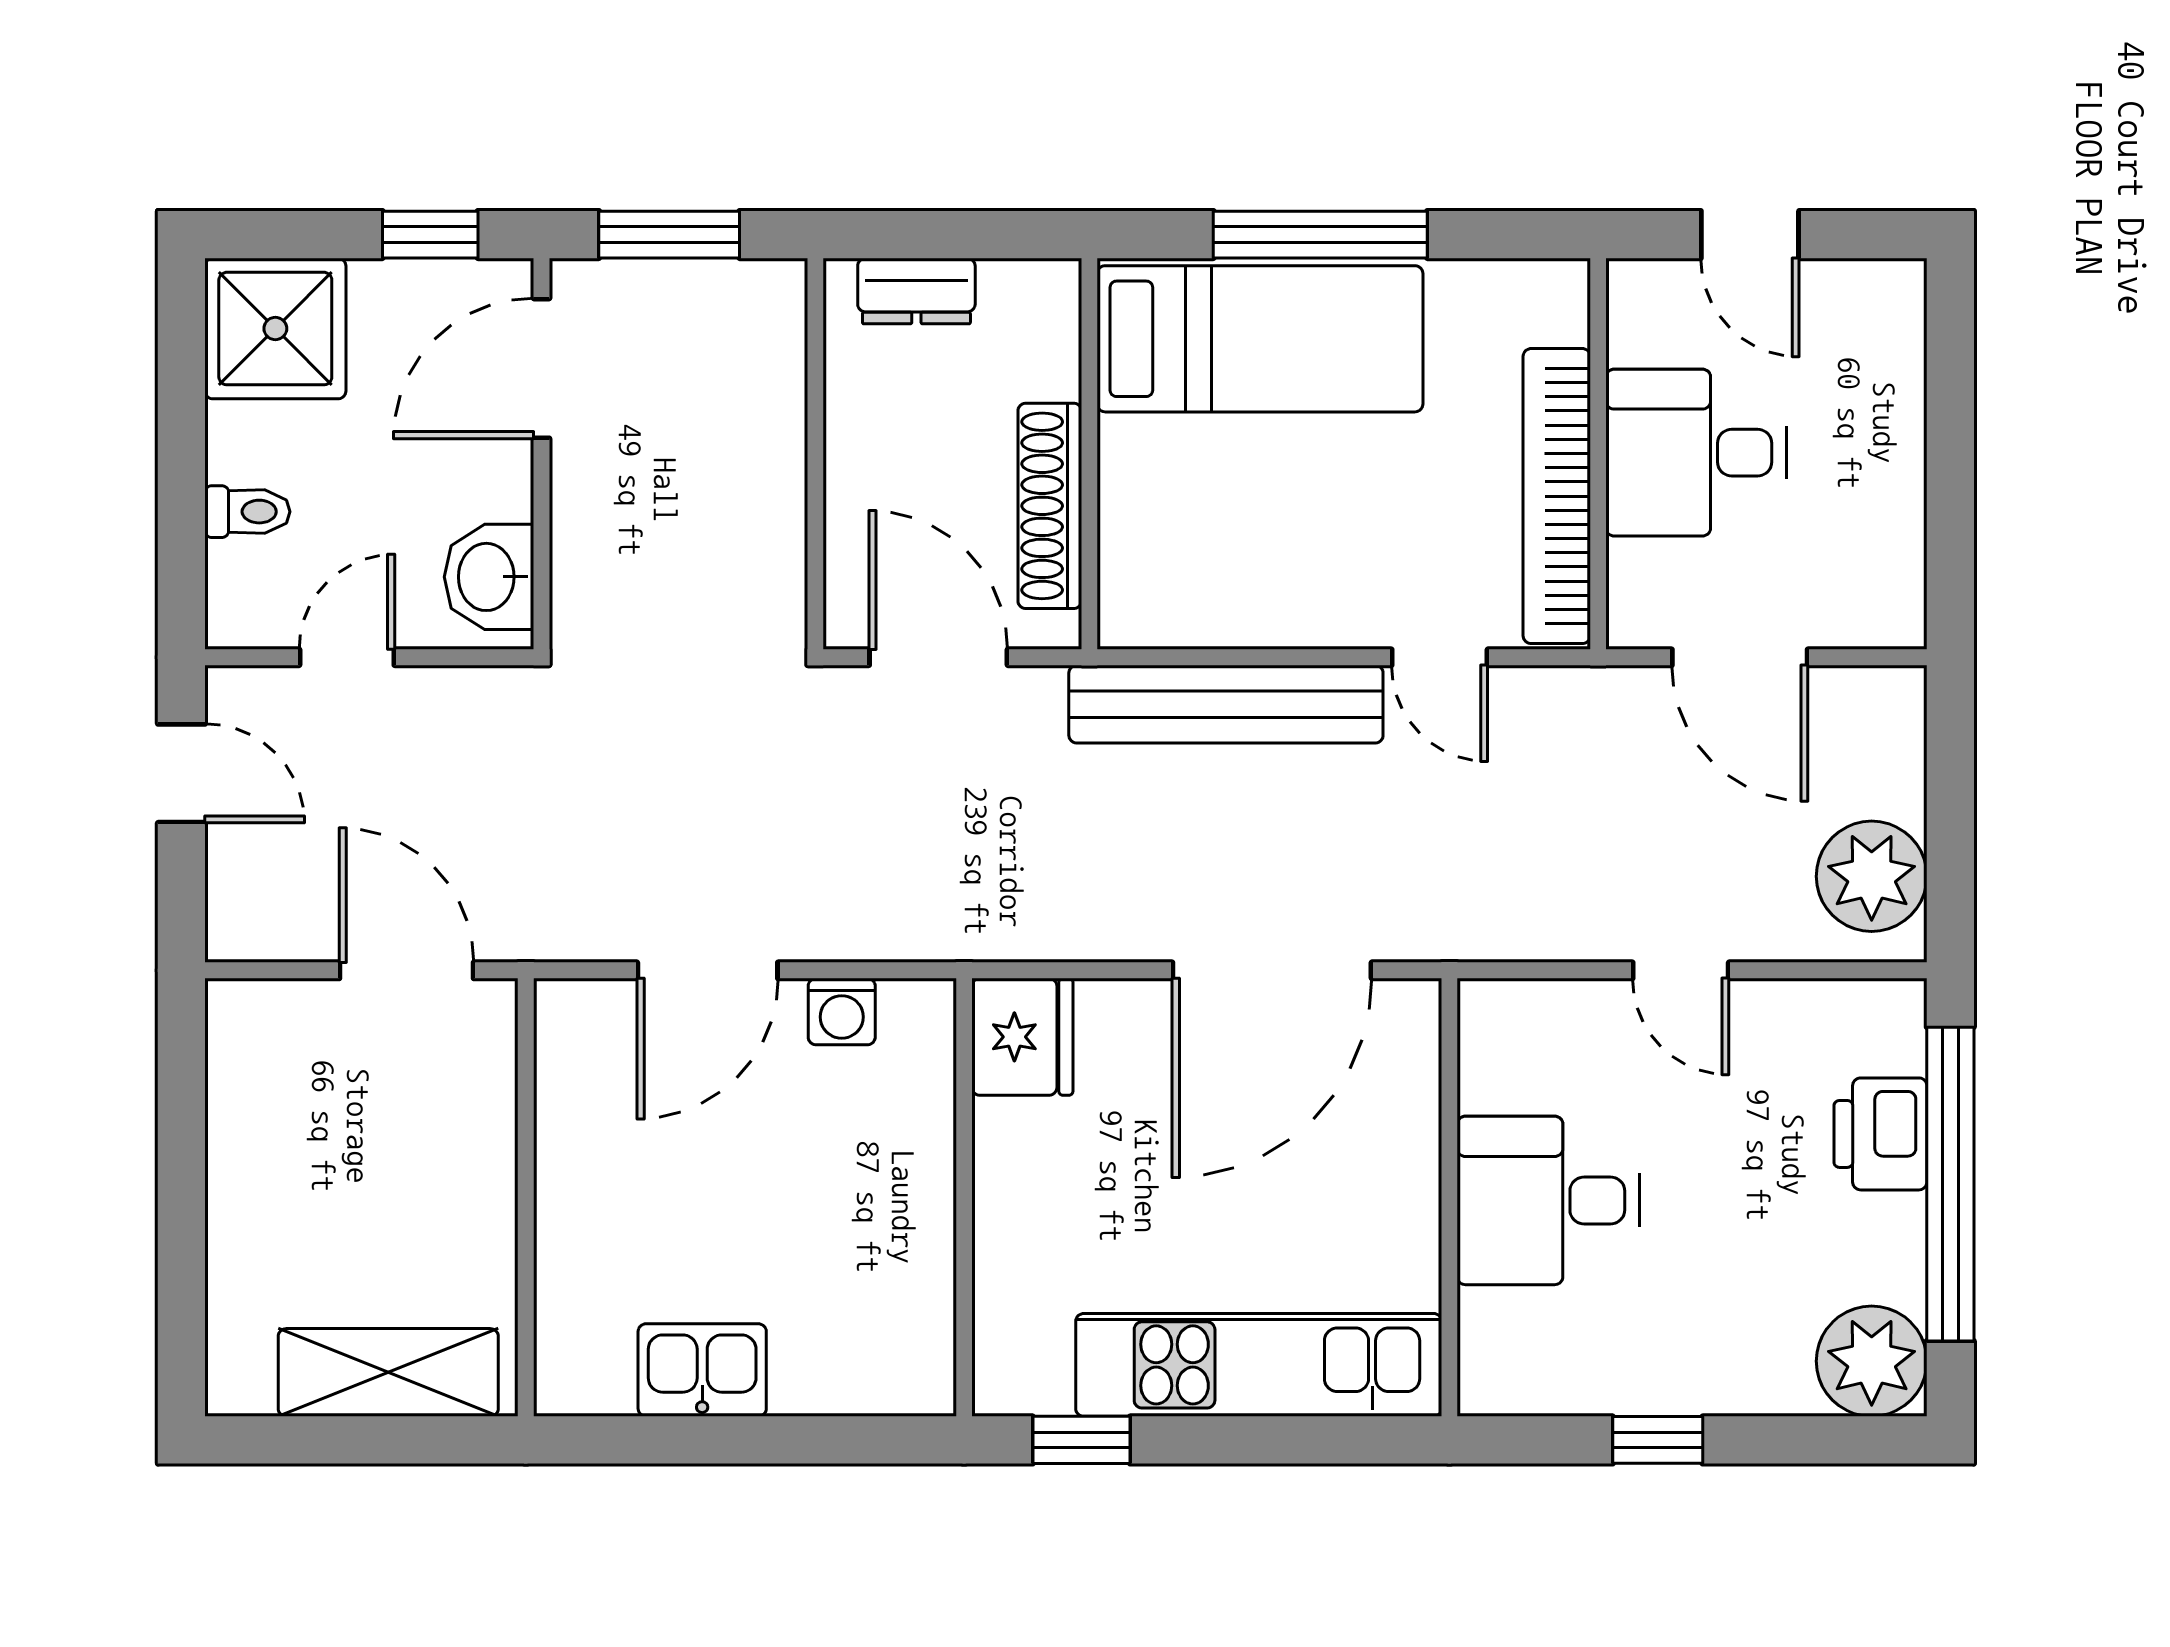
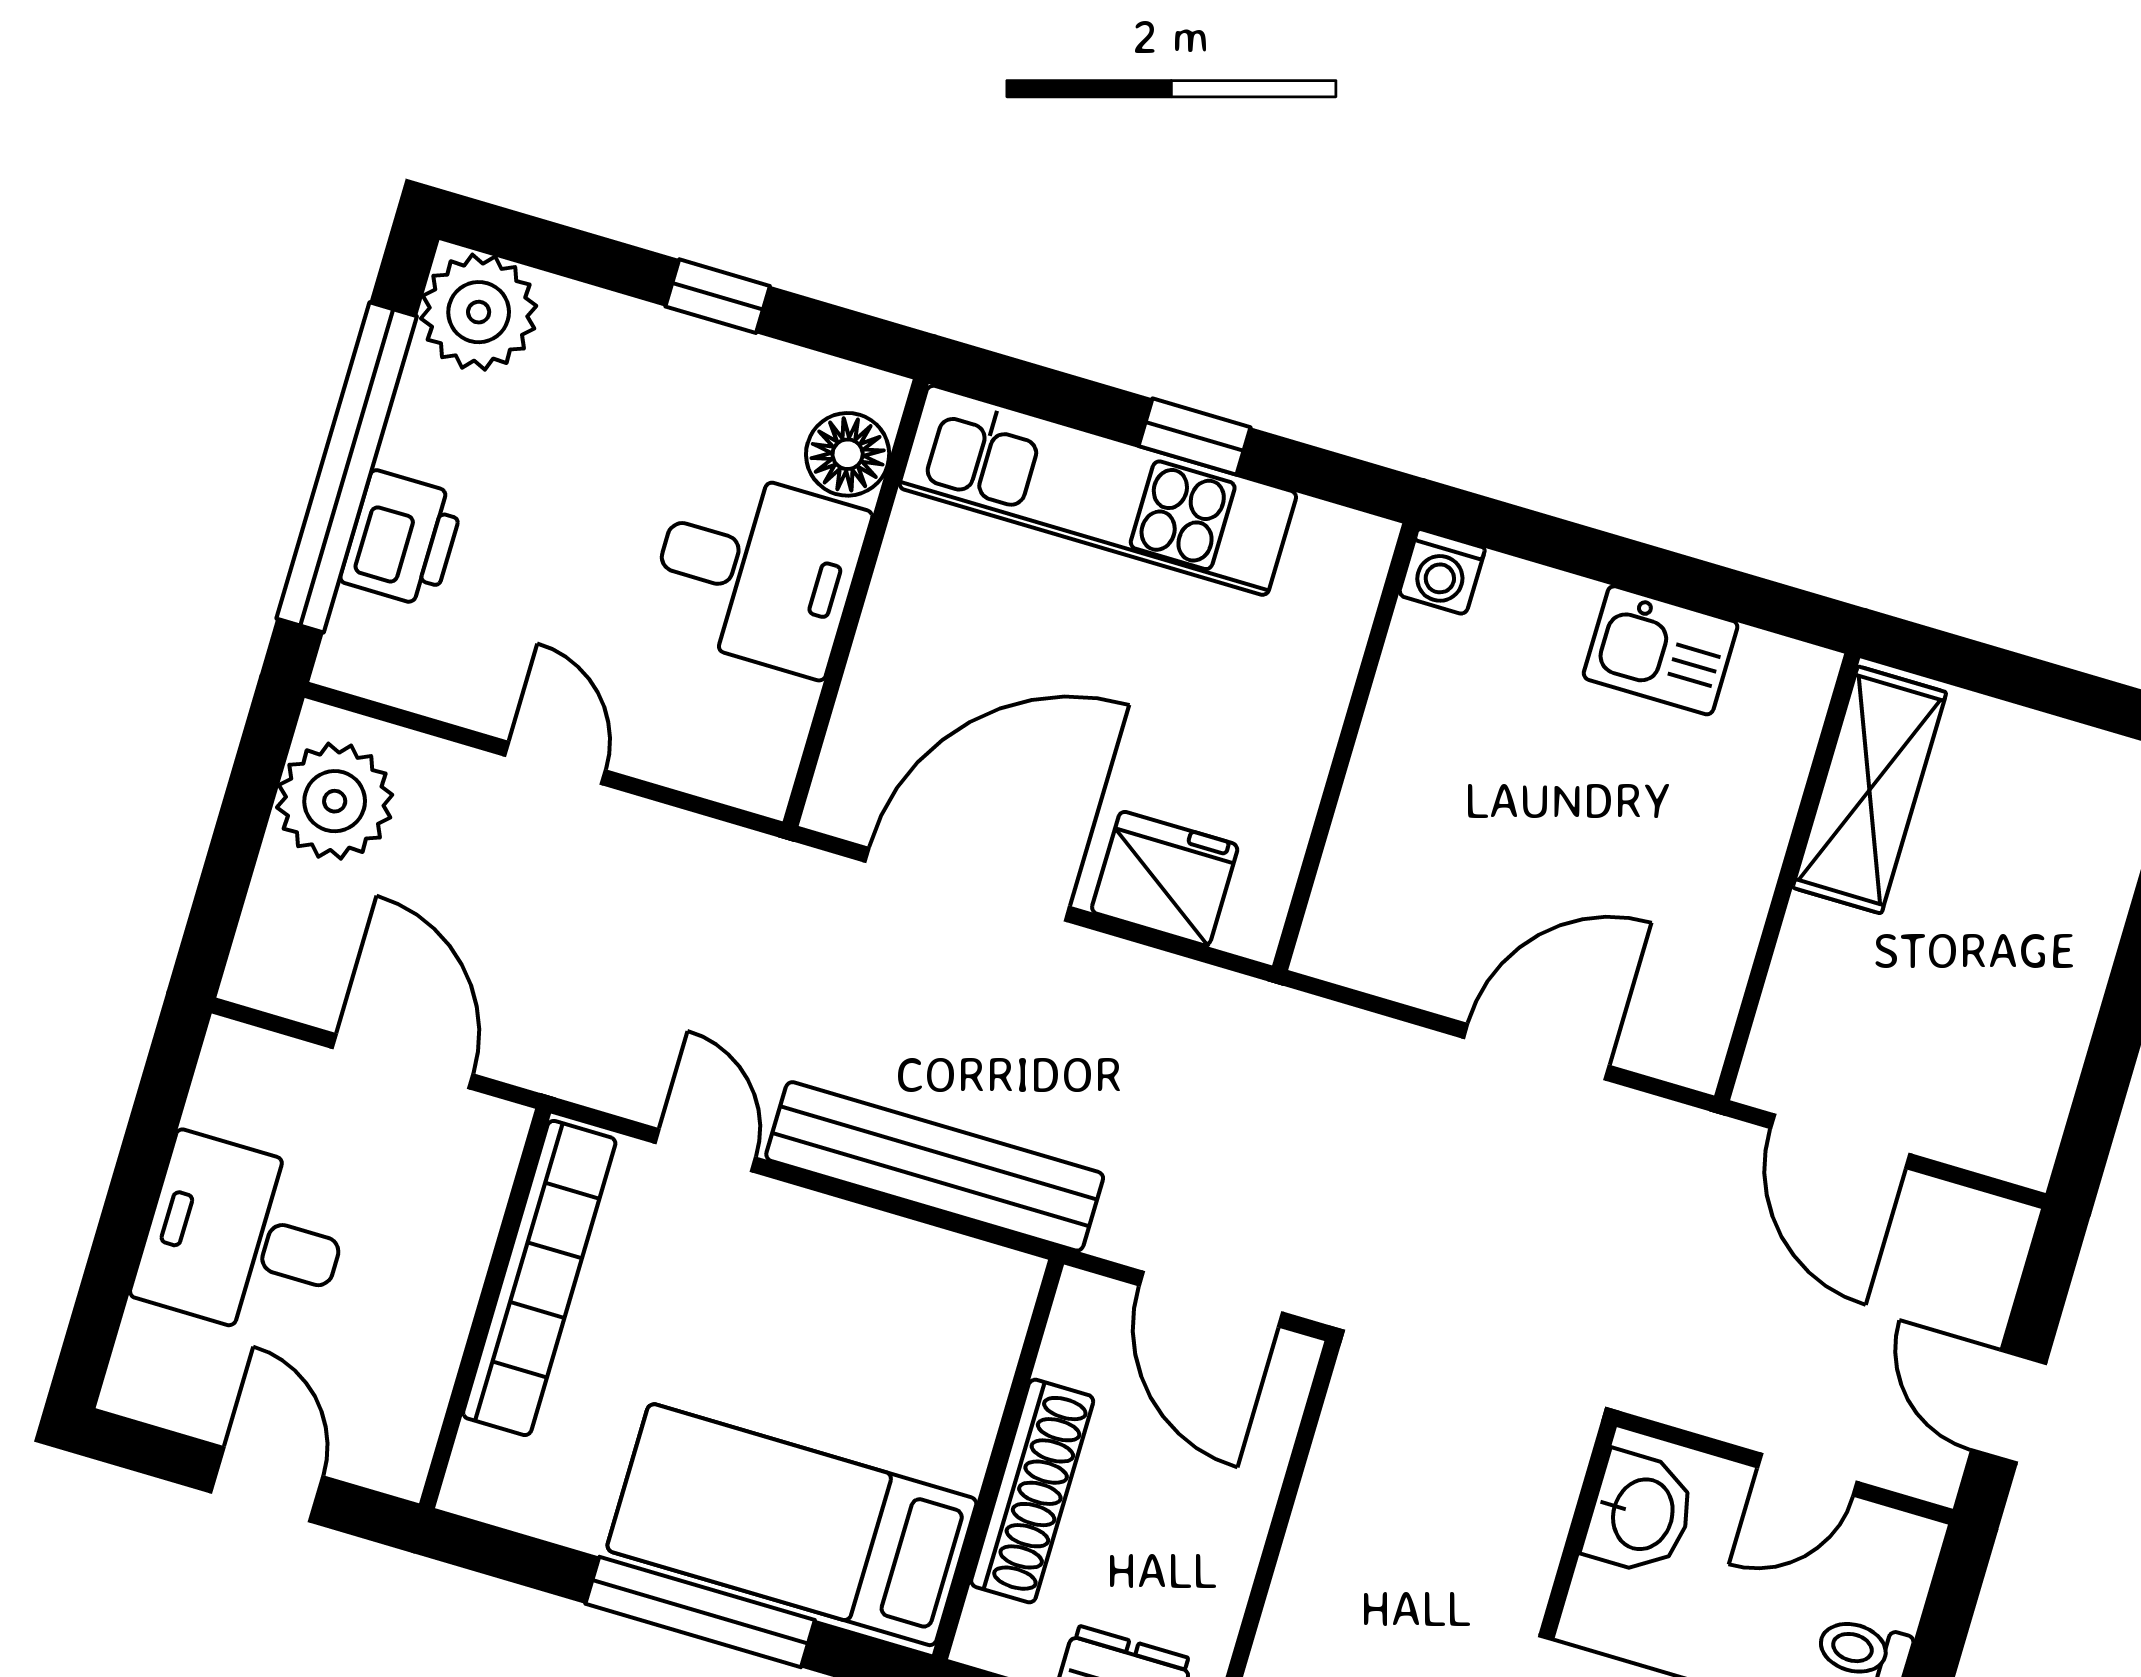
desk: (1696, 453) -> (244, 1239), moved, turned 180
shoe rack: (1050, 506) -> (1032, 1491), moved
washing machine: (842, 1012) -> (1442, 572), moved, turned 180
fridge: (1022, 1037) -> (1165, 878), moved, turned 90
floor lamp: (1497, 1331) -> (848, 454), added
shelving: (388, 1372) -> (1870, 790), moved, turned 90
window: (1081, 1440) -> (1195, 437), moved

